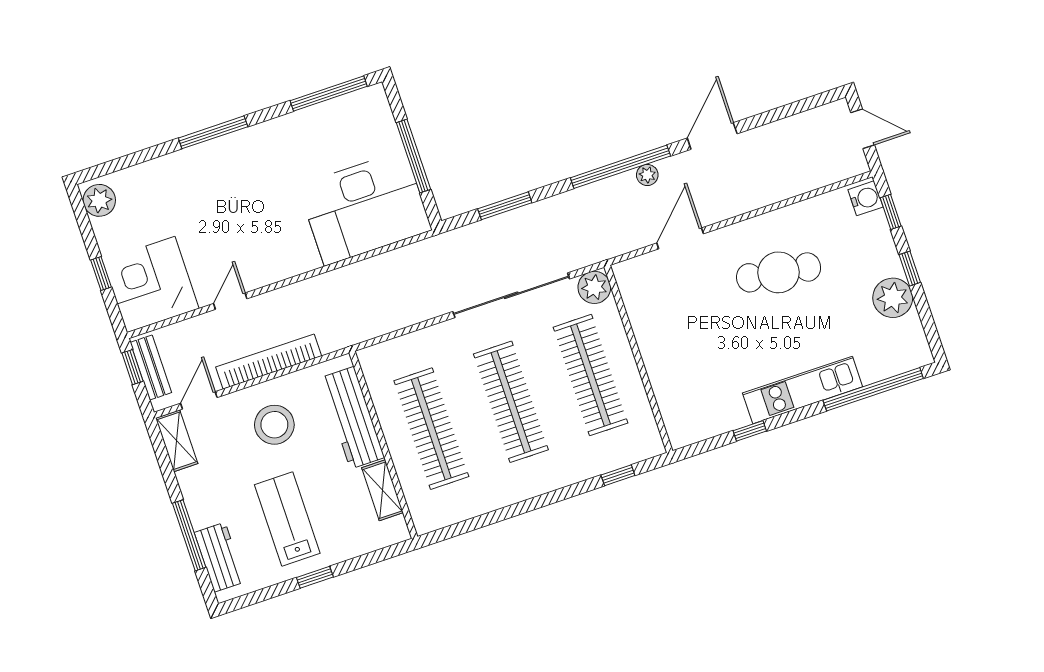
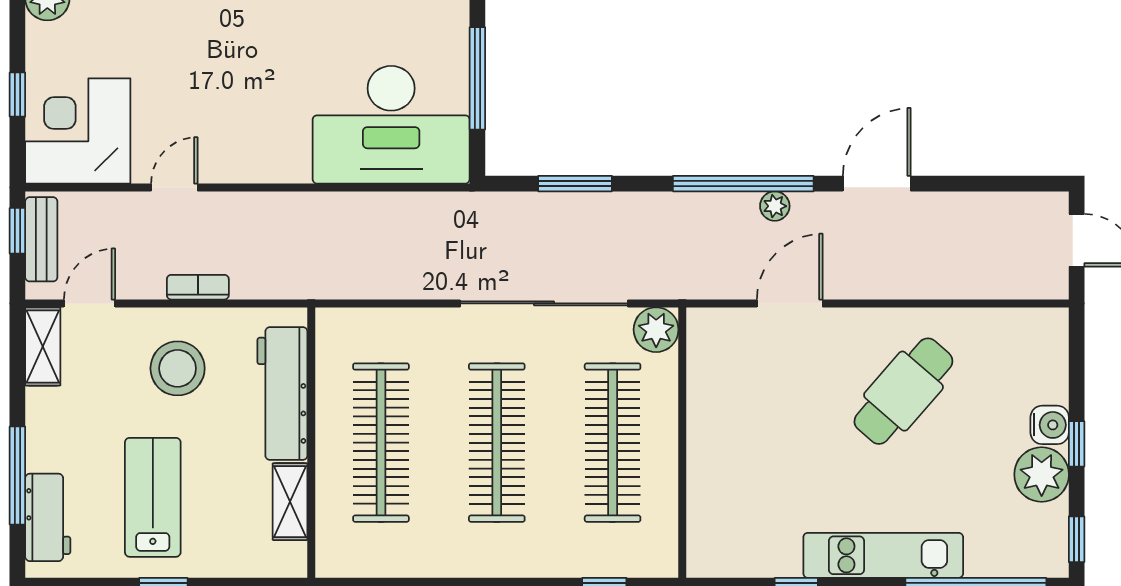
water cooler: (865, 198) -> (1050, 425), moved
window: (891, 212) -> (1077, 539), moved
cafe table: (779, 272) -> (903, 391), turned -57
bookcase: (269, 362) -> (198, 287), width x0.43, depth x0.76

